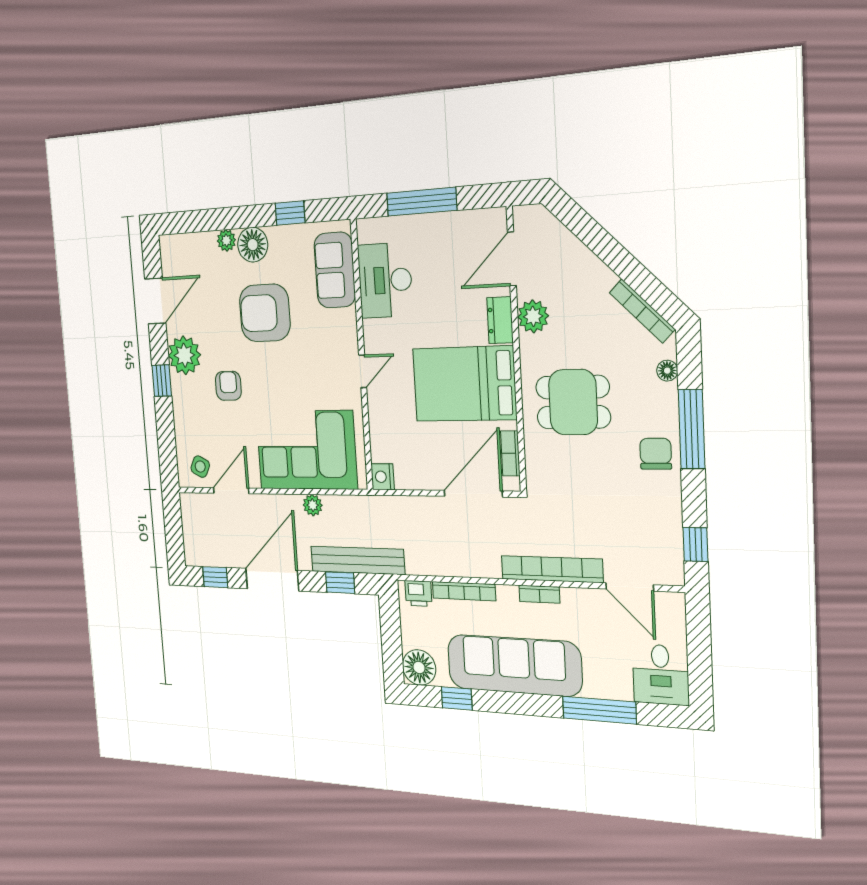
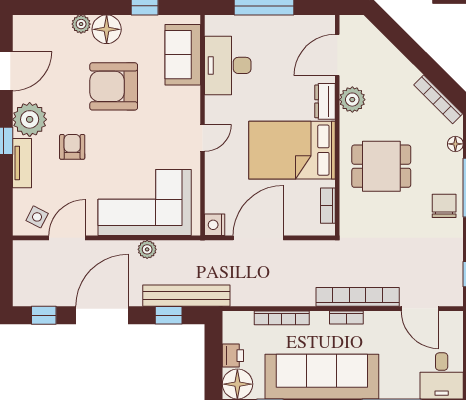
tv unit: (181, 405) -> (22, 163), added
door: (473, 494) -> (258, 238), moved
printer: (418, 593) -> (233, 356), moved, turned -90

